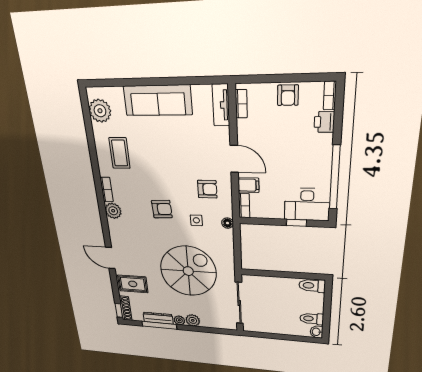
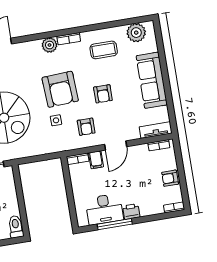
printer: (324, 122) -> (131, 212), moved
armchair: (170, 163) -> (103, 94), added
window: (335, 178) -> (115, 224), width x0.68
desk: (307, 204) -> (104, 209), moved, turned -90
armchair: (162, 209) -> (60, 89), width x1.88, depth x1.88
floor lamp: (228, 223) -> (59, 147), removed
window: (296, 223) -> (71, 203), removed

